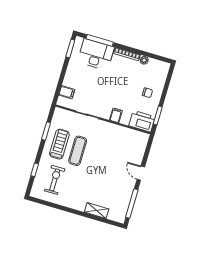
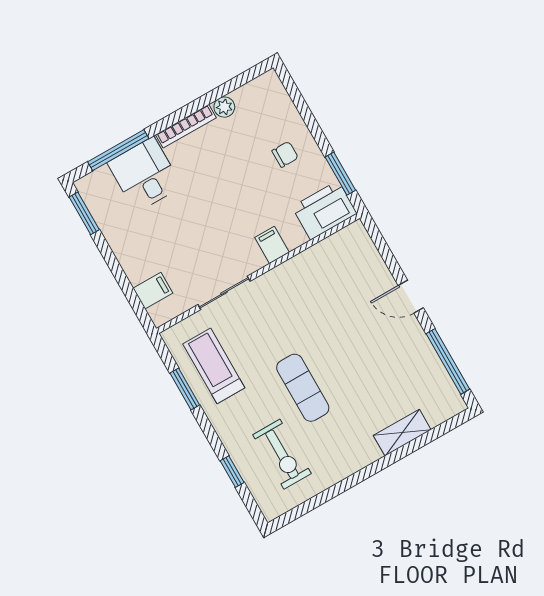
desk: (96, 54) -> (145, 175), width x0.73
treadmill: (59, 144) -> (214, 366), moved
exercise mat: (78, 151) -> (303, 388), moved
exercise bike: (55, 180) -> (282, 454), turned 180

